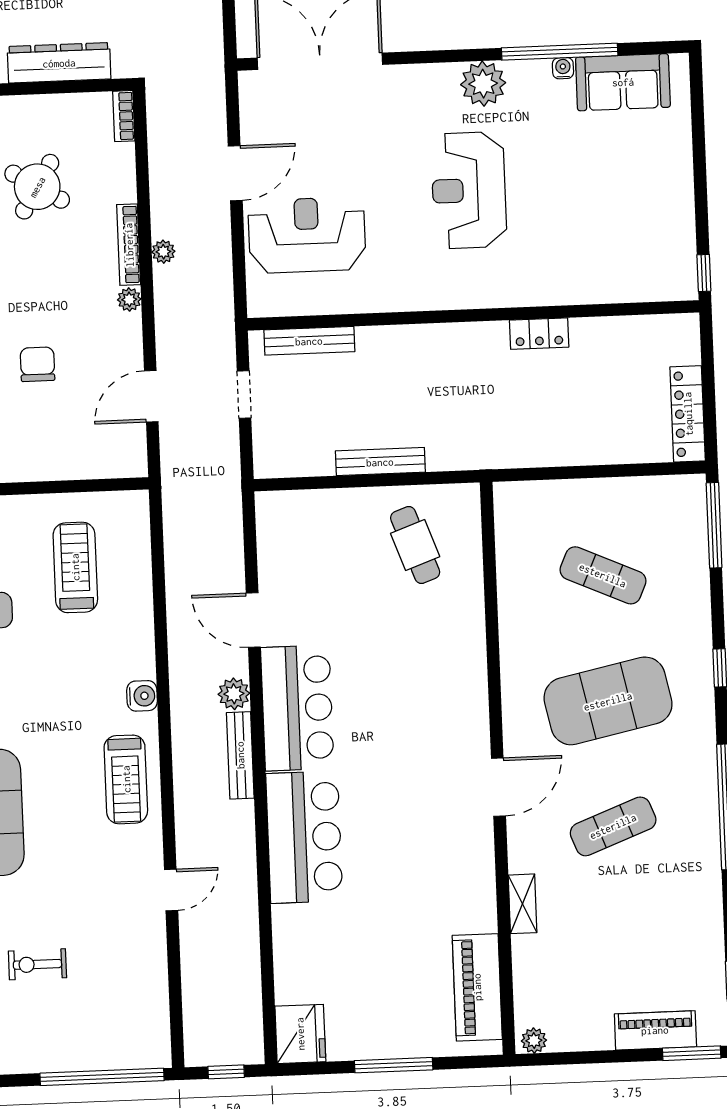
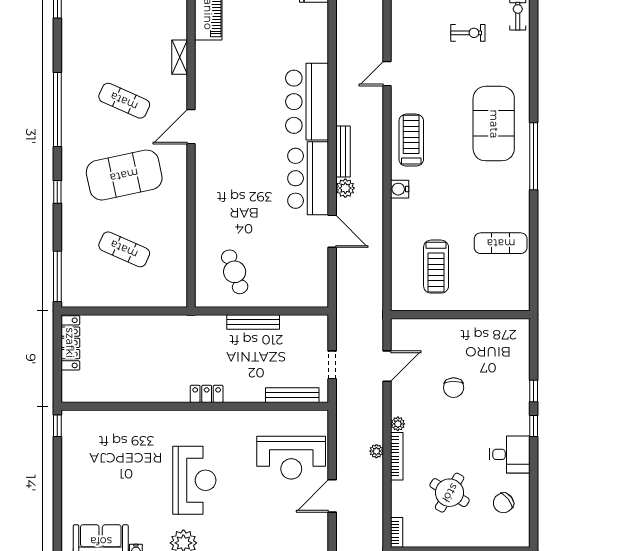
locker: (539, 334) -> (207, 394), moved
exercise mat: (613, 826) -> (124, 101), turned 45

